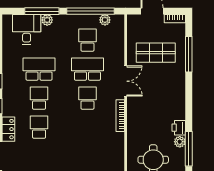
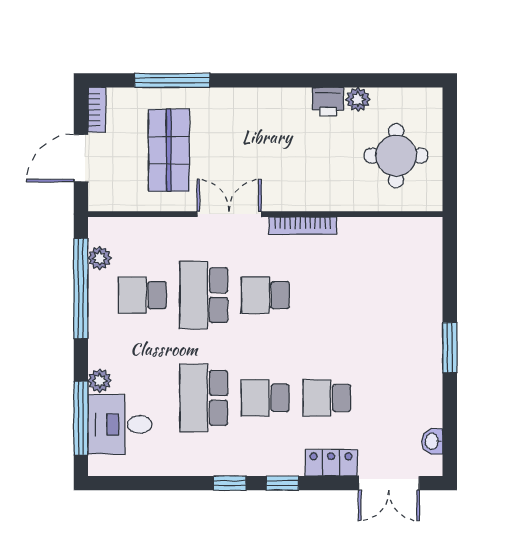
window: (42, 11) -> (81, 418), moved
window: (189, 149) -> (373, 80), removed

